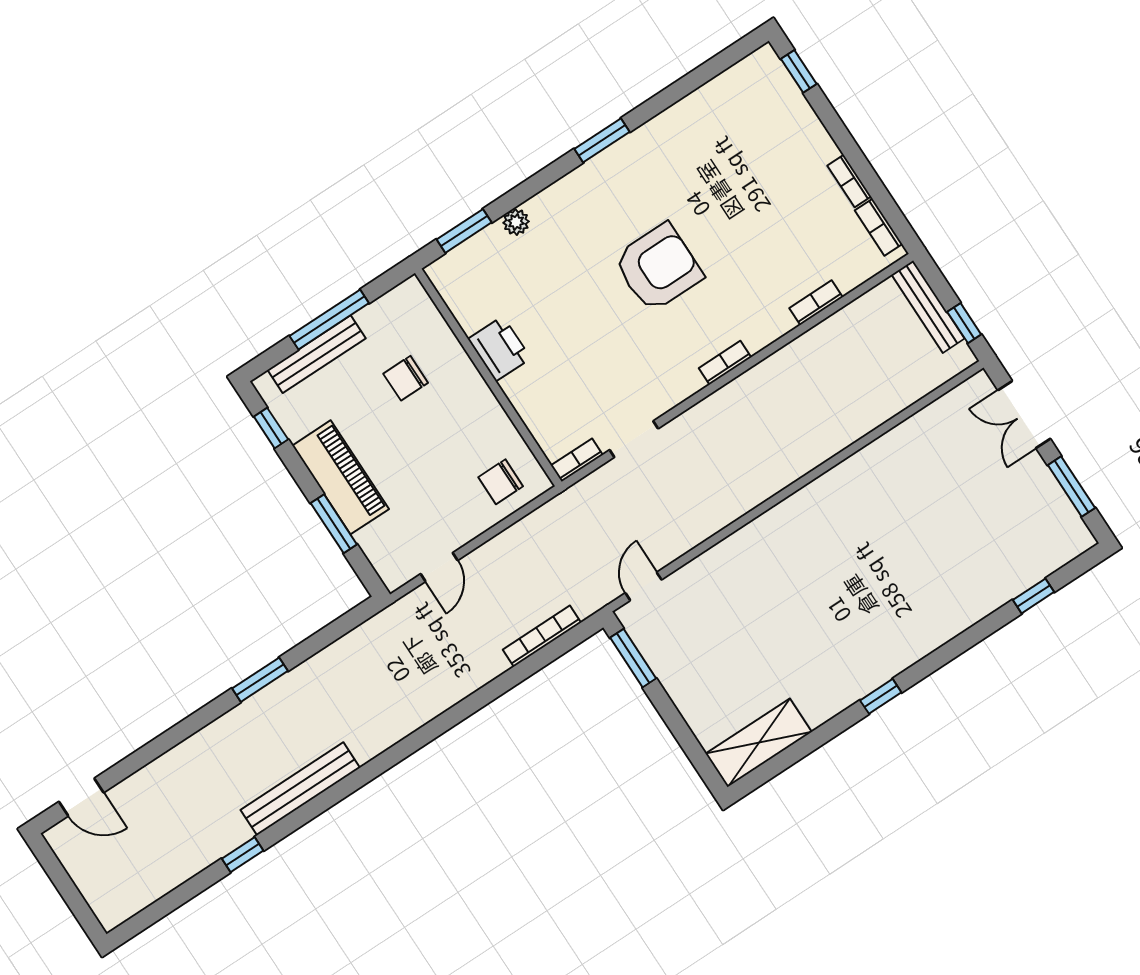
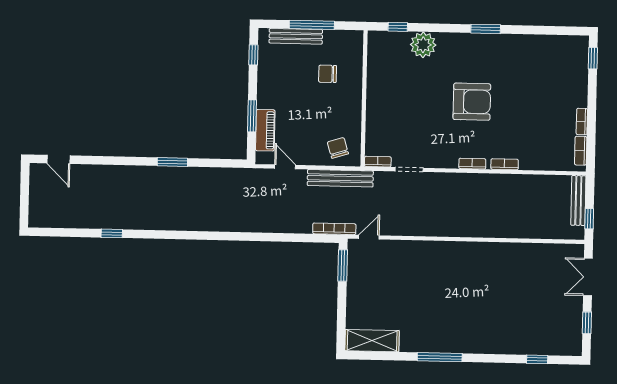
plant: (516, 222) -> (423, 45), width x1.88, depth x1.88
window: (464, 231) -> (398, 27), width x0.67
bookcase: (816, 303) -> (505, 164), moved
printer: (499, 349) -> (378, 89), removed
piano: (341, 477) -> (265, 130), moved, width x0.73, depth x0.75
chair: (501, 482) -> (338, 148), turned 73
window: (1071, 486) -> (587, 323), width x0.67
door: (439, 567) -> (285, 167), swing flipped
bookcase: (542, 636) -> (334, 229), moved
window: (881, 696) -> (440, 357), width x2.17
bench: (300, 789) -> (340, 178), moved

